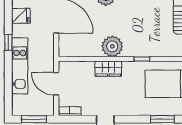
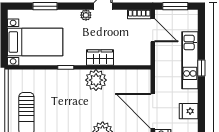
window: (8, 42) -> (201, 68), moved
door: (56, 84) -> (153, 30), moved
plant: (122, 110) -> (86, 15), added

